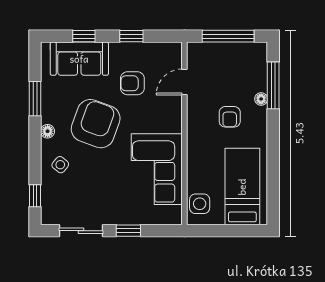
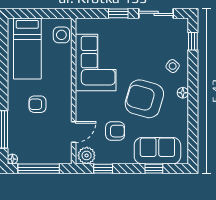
window: (131, 36) -> (103, 169), moved
plant: (168, 53) -> (87, 155), added
window: (35, 99) -> (193, 119), removed
floor lamp: (261, 99) -> (12, 159), moved
armchair: (230, 117) -> (37, 104), turned -90
armchair: (96, 124) -> (144, 99), turned 86

